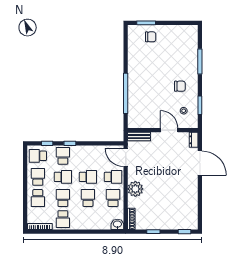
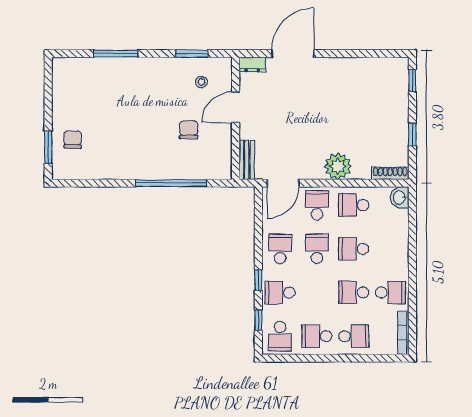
chair: (180, 86) -> (189, 130), moved
school desk: (63, 177) -> (280, 249), moved

